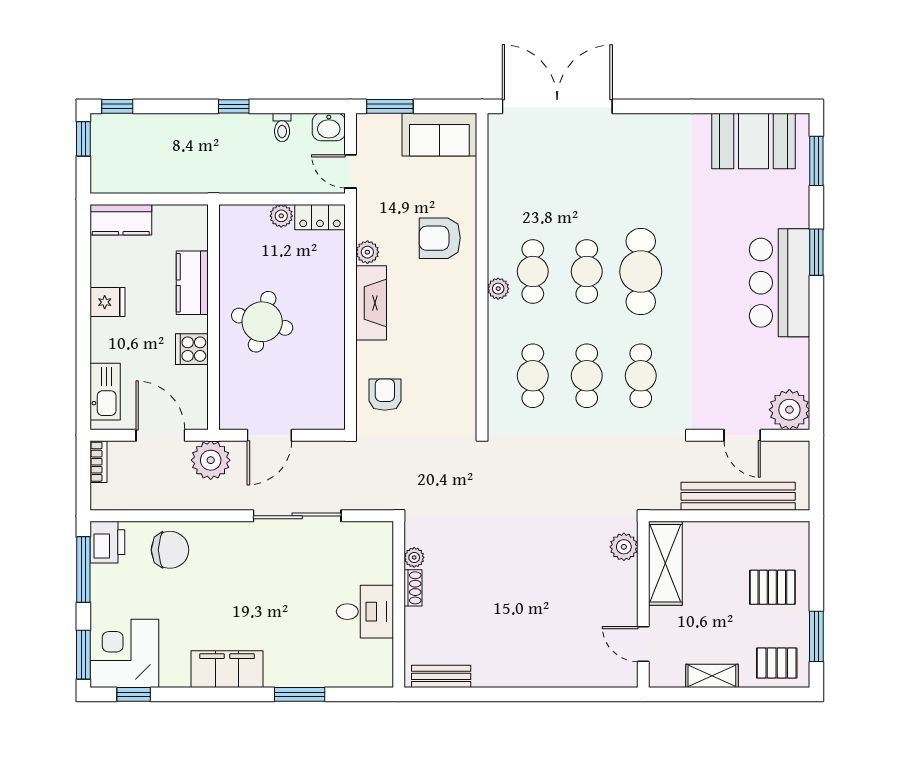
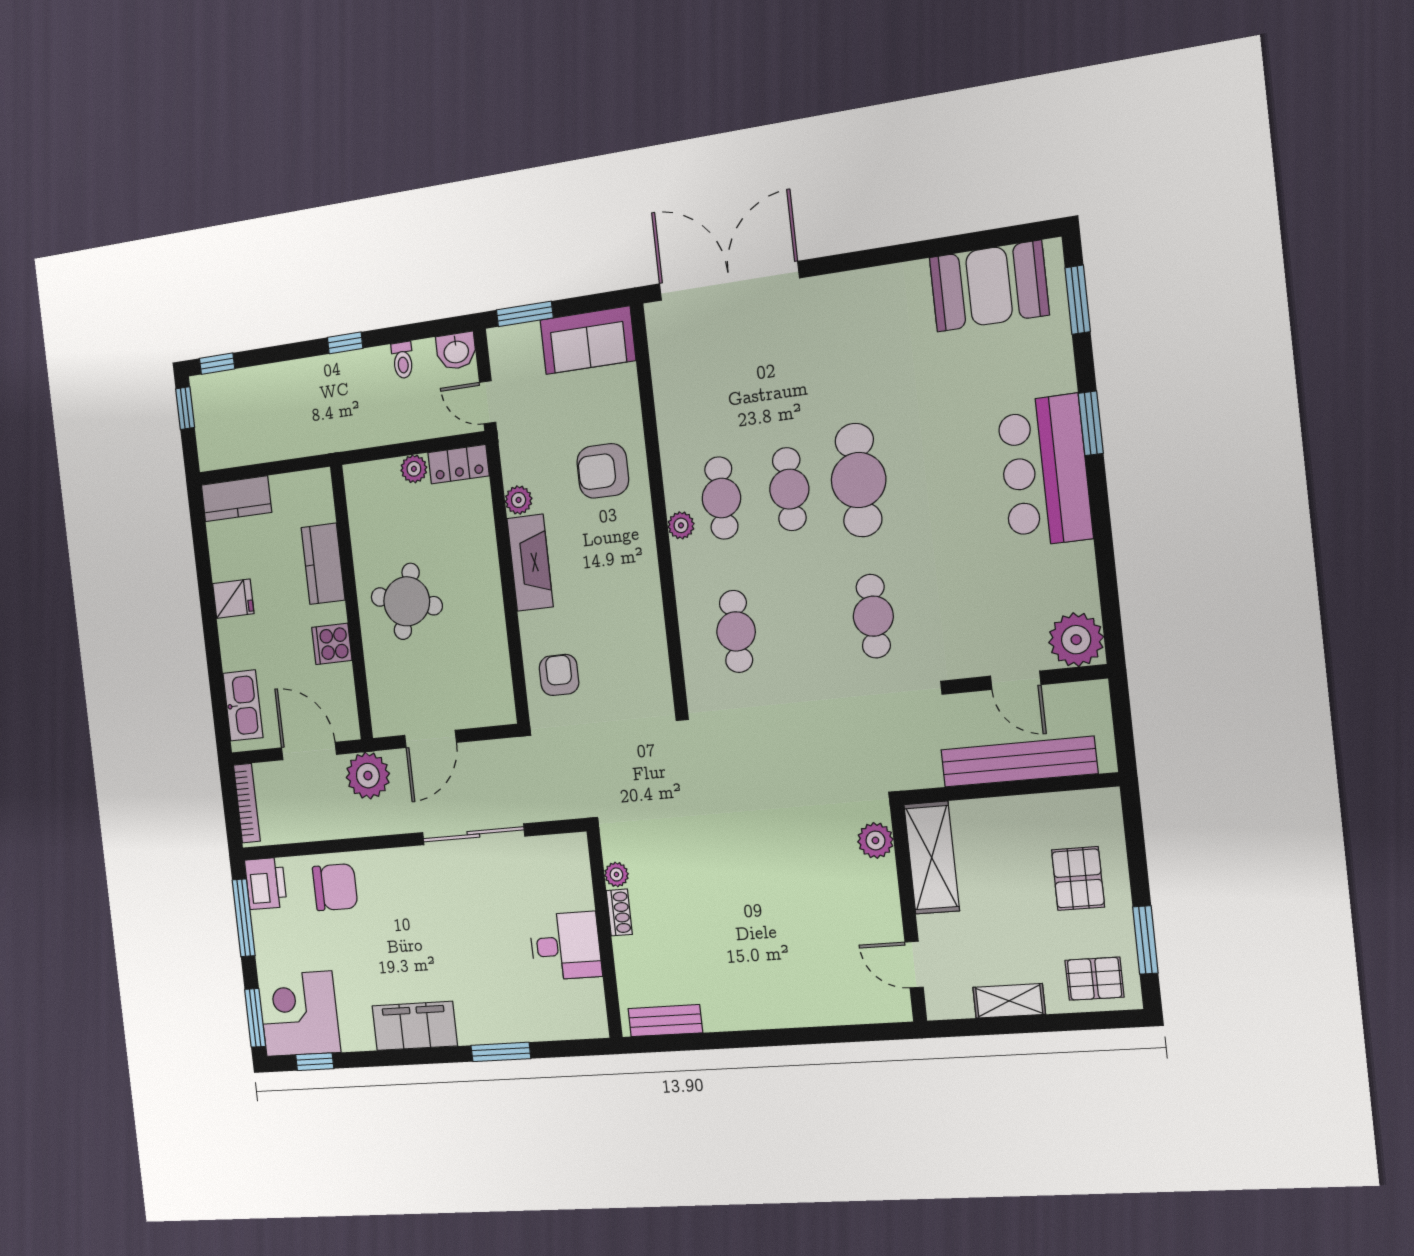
cafe table: (587, 376) -> (804, 624), removed
bookcase: (98, 462) -> (247, 803), width x1.56
pallet: (772, 587) -> (1078, 878), turned 90

